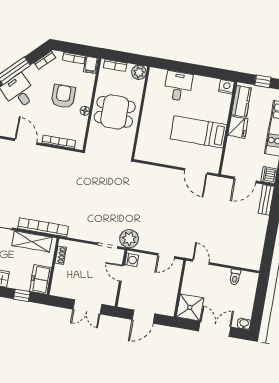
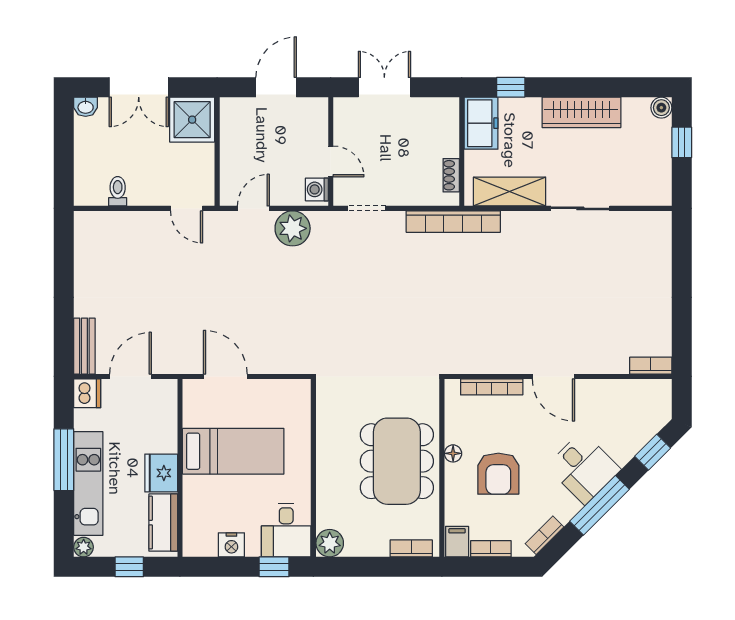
window: (188, 68) -> (274, 567), added
plant: (139, 72) -> (330, 543), moved
nightstand: (227, 87) -> (231, 545), moved
dining table: (115, 112) -> (397, 461), width x1.38
wall: (141, 113) -> (313, 468), moved
bookcase: (43, 227) -> (453, 222), moved
plant: (129, 239) -> (293, 228), moved

